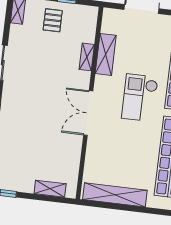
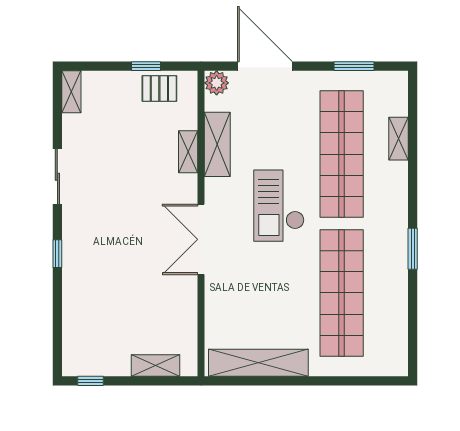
plant: (110, 16) -> (217, 83), added
pallet: (53, 20) -> (159, 88), moved, turned 90

